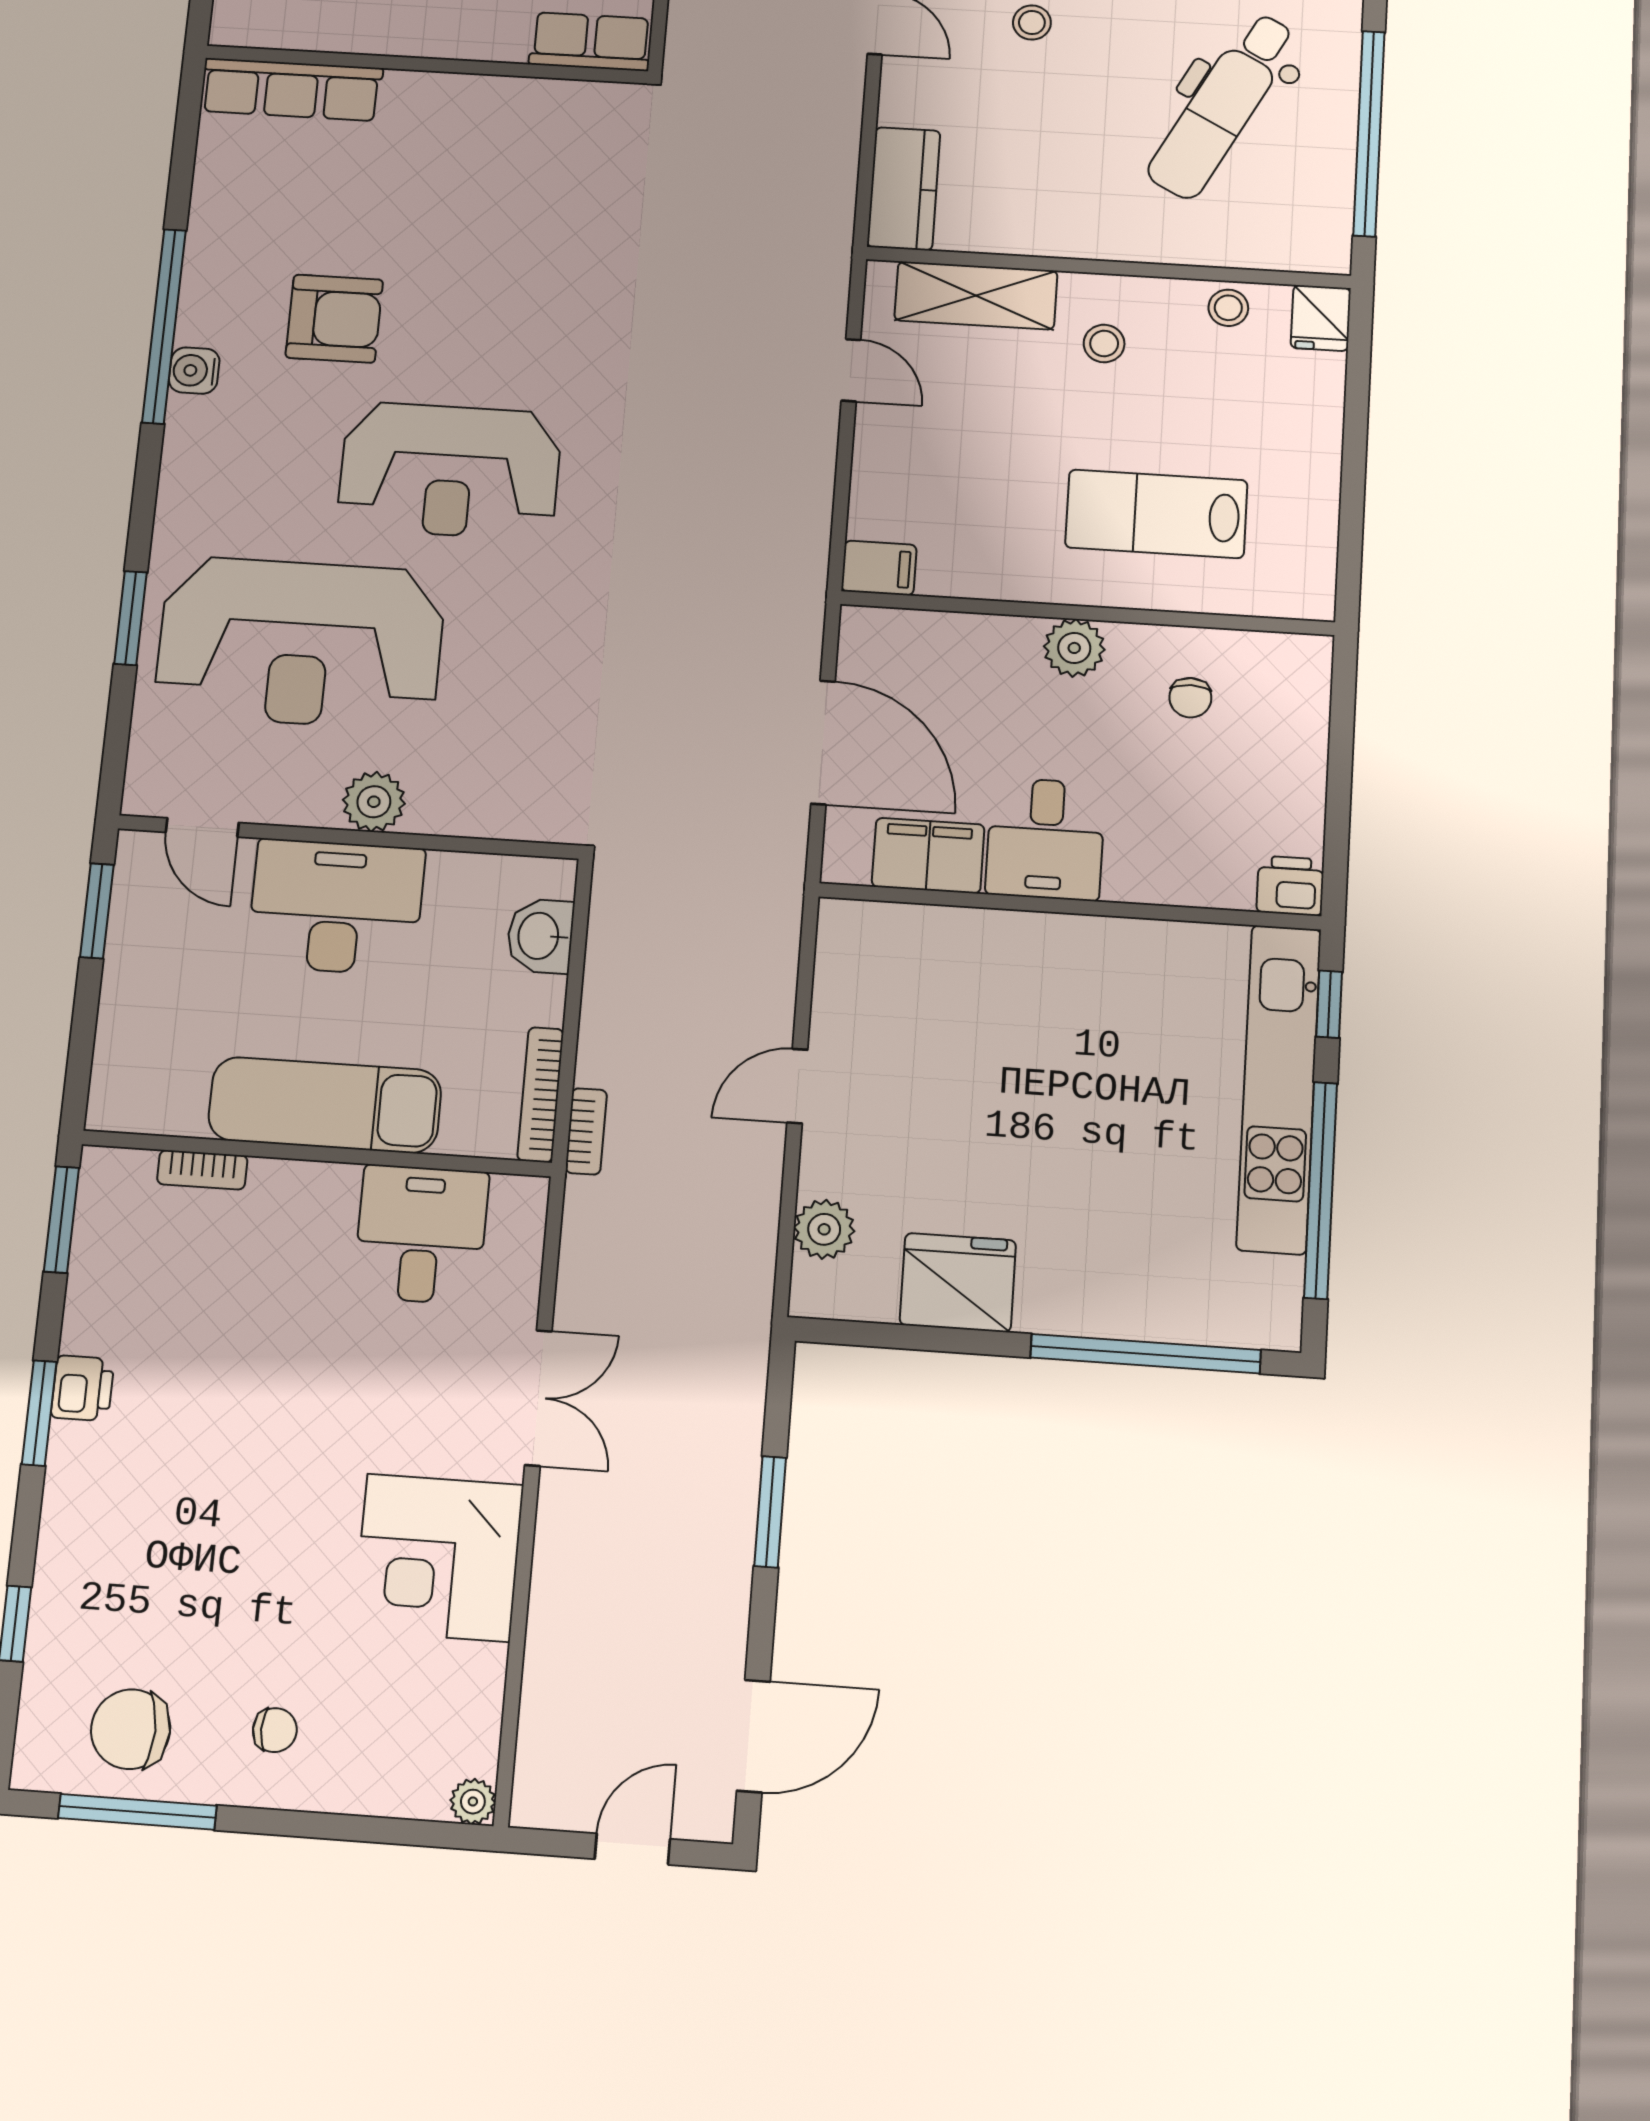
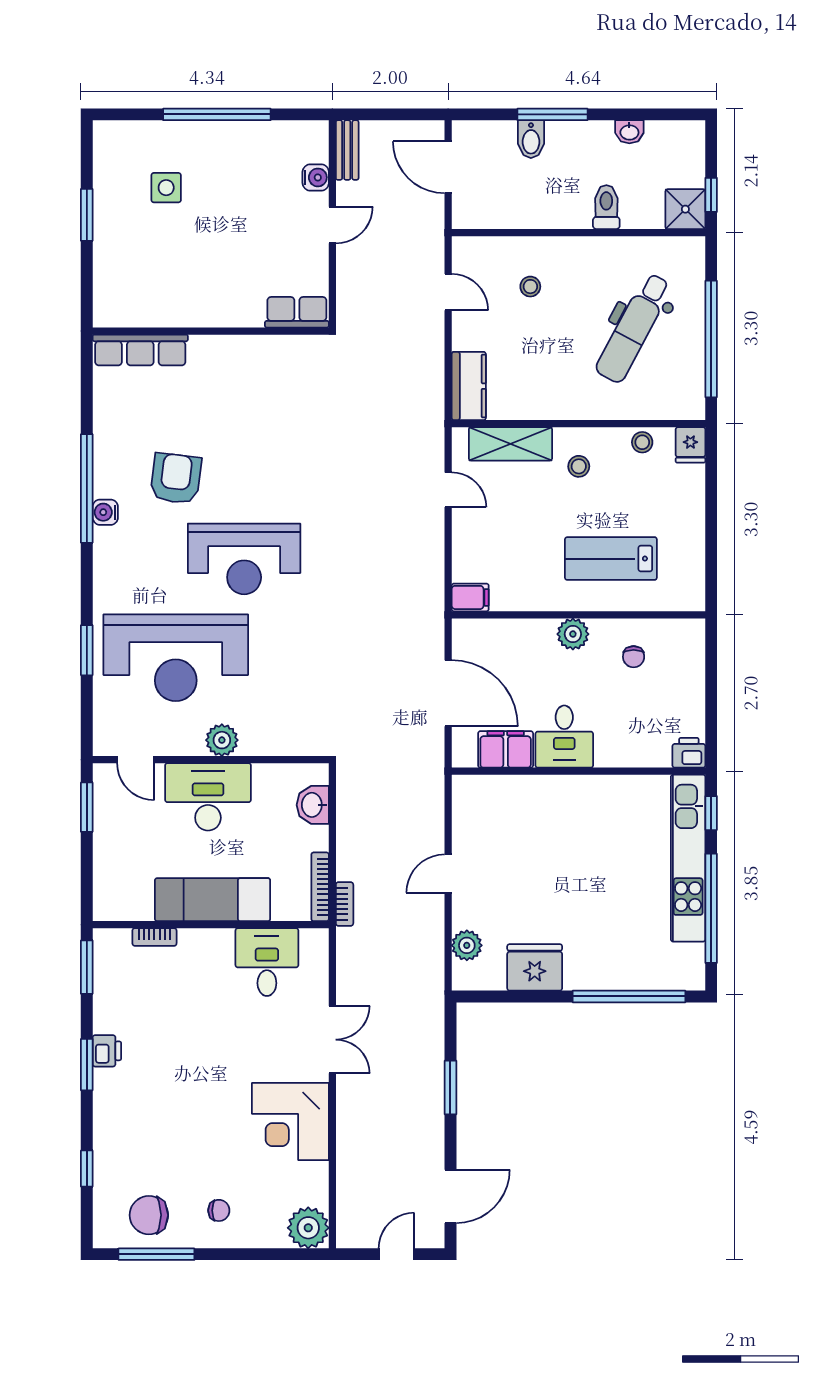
armchair: (334, 319) -> (176, 478), turned -83
plant: (473, 1802) -> (308, 1228), width x1.88, depth x1.88

